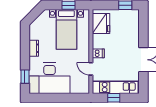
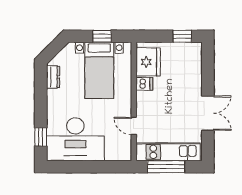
dresser: (34, 48) -> (53, 77), moved
dishwasher: (98, 53) -> (144, 84), moved
window: (114, 98) -> (166, 167), width x2.17

